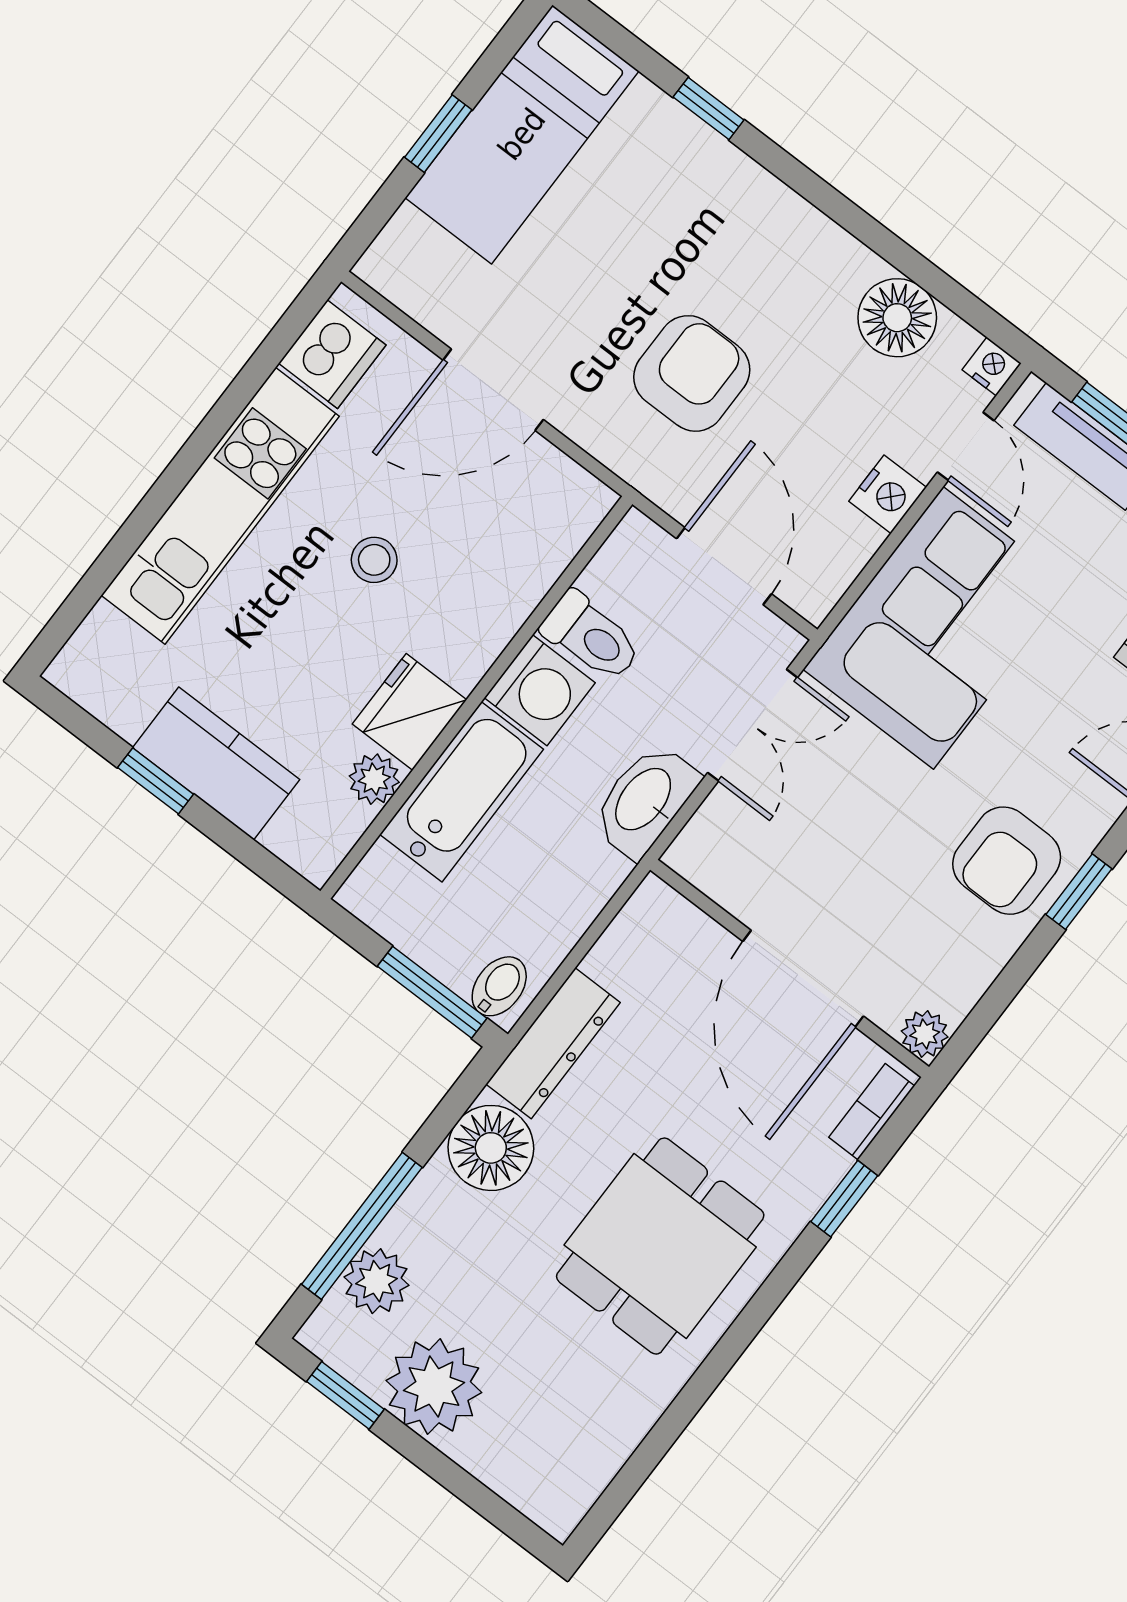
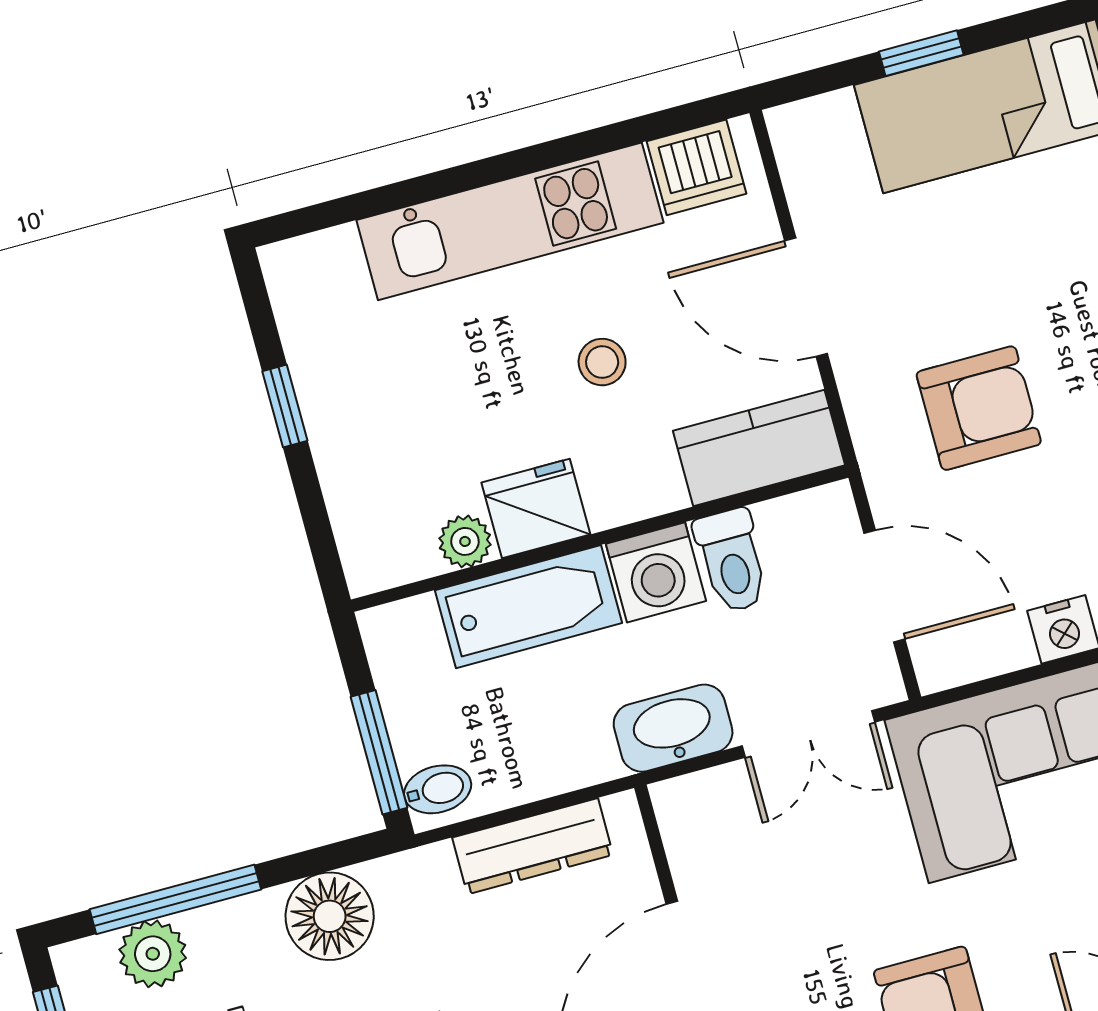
door: (724, 566) -> (884, 586), hinge flipped
kitchen counter: (216, 764) -> (759, 448), moved, turned -90
dresser: (553, 1043) -> (533, 846), moved

